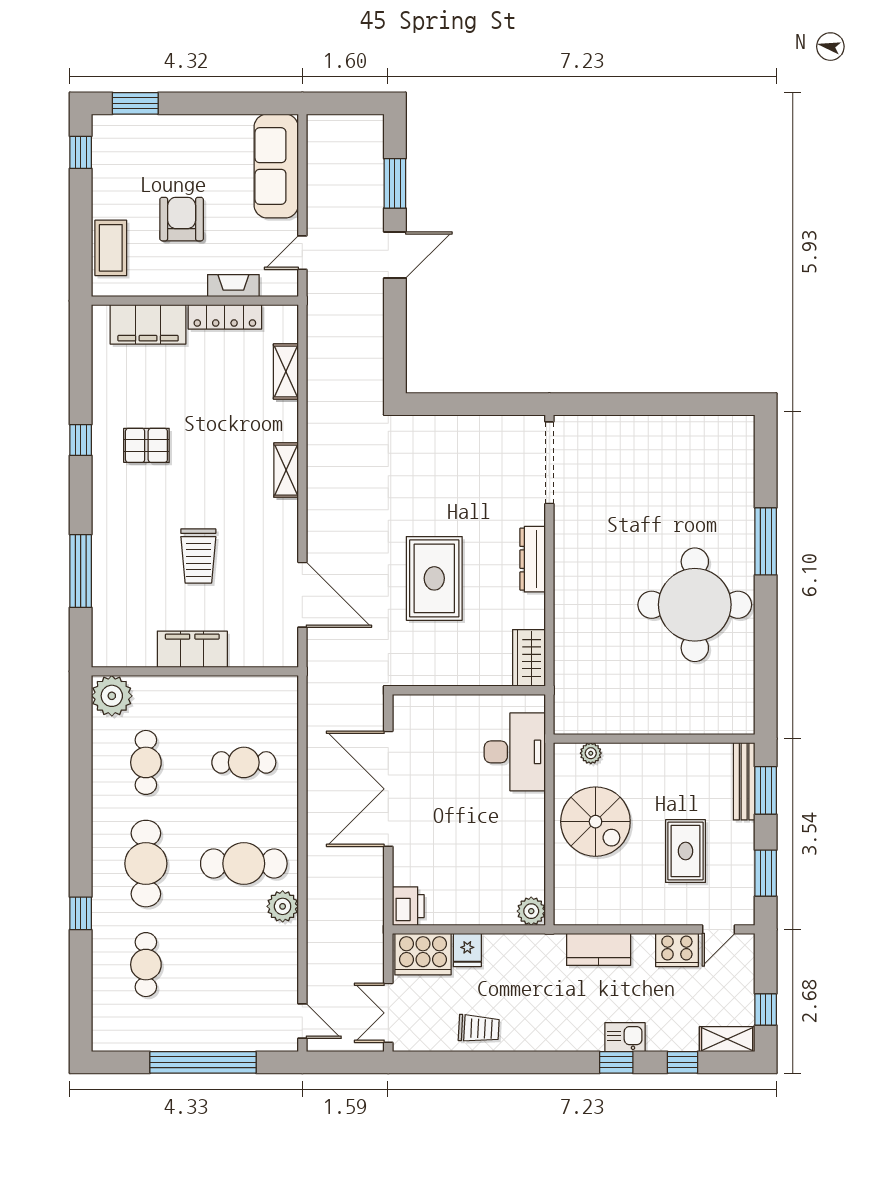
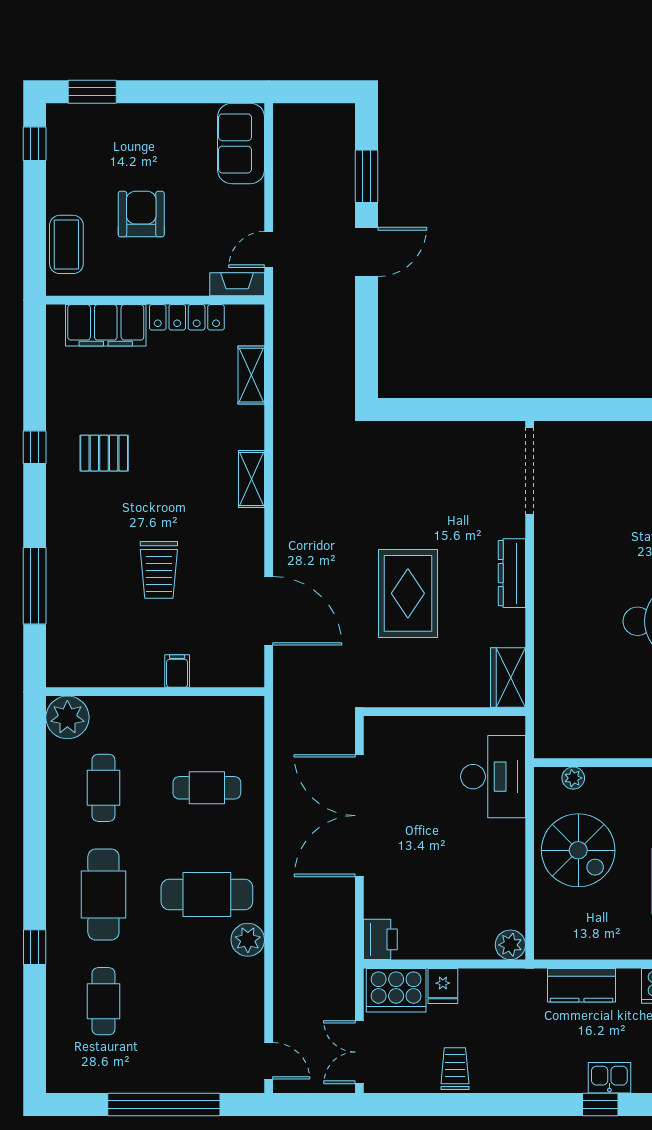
sofa: (276, 166) -> (241, 143), width x0.73
fireplace: (233, 286) -> (237, 284), moved
filing cabinet: (192, 649) -> (177, 671), width x0.33, depth x0.86
trolley: (479, 1028) -> (455, 1069), turned -93

